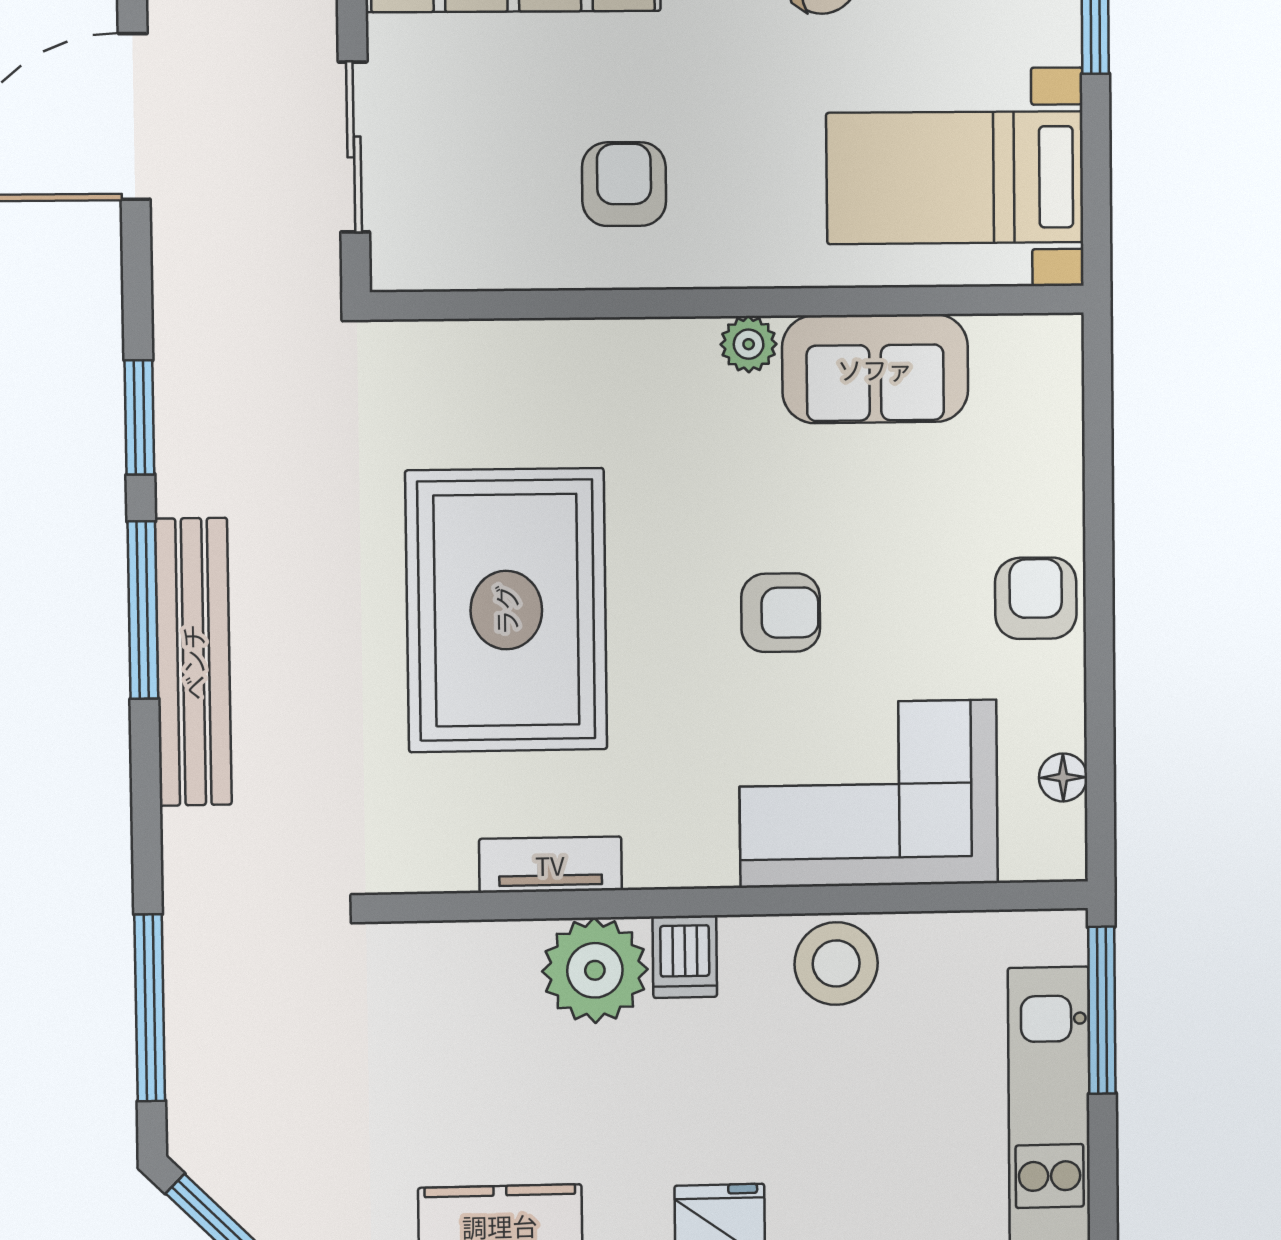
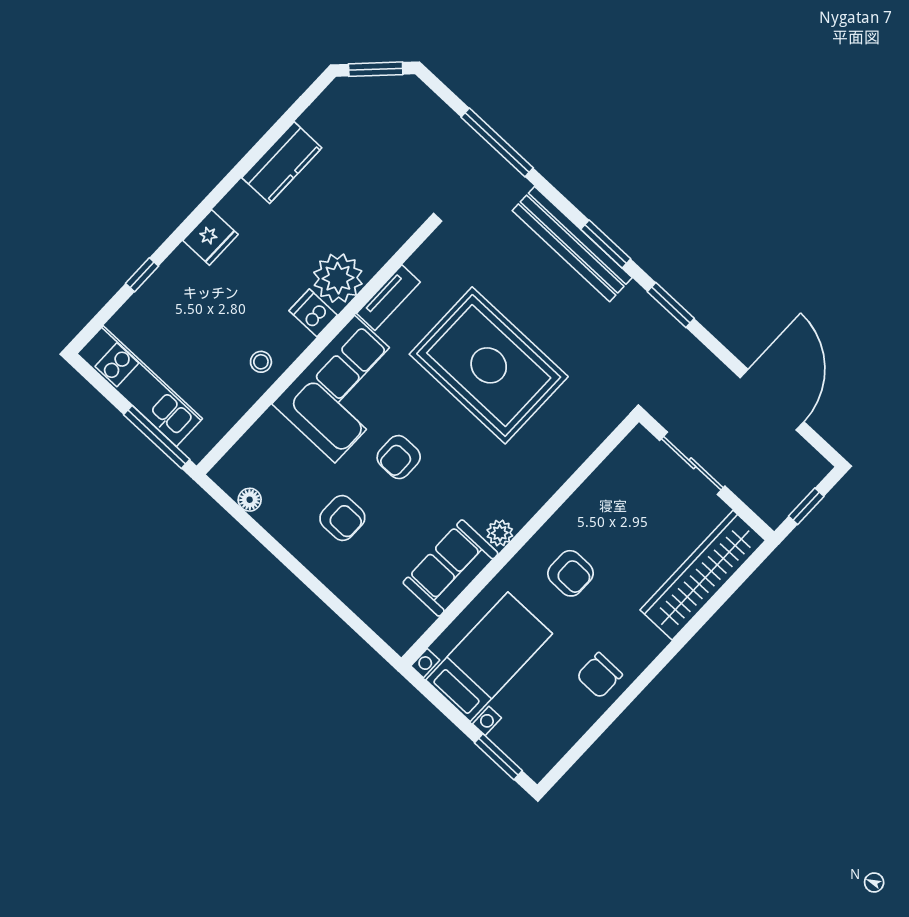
armchair: (624, 184) -> (571, 573), moved
armchair: (1036, 598) -> (342, 518), moved
window: (143, 610) -> (606, 244), width x0.69
corner sofa: (868, 794) -> (345, 389), moved
stool: (836, 963) -> (261, 362), width x0.53, depth x0.53
window: (150, 1008) -> (497, 142), moved

